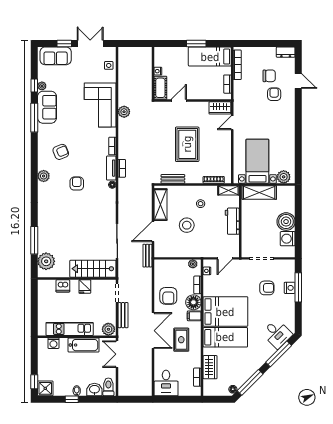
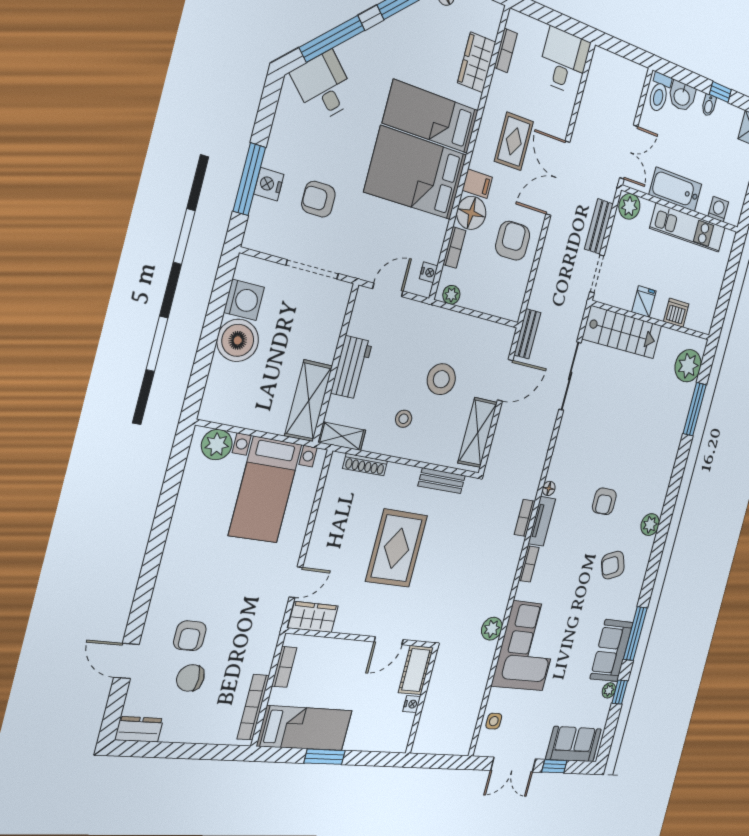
shelving: (259, 192) -> (309, 401), moved, turned 90

